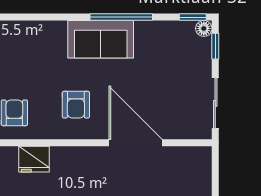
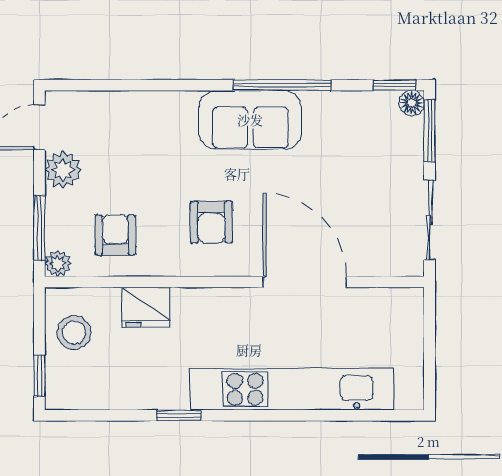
window: (215, 46) -> (430, 131), width x1.50

